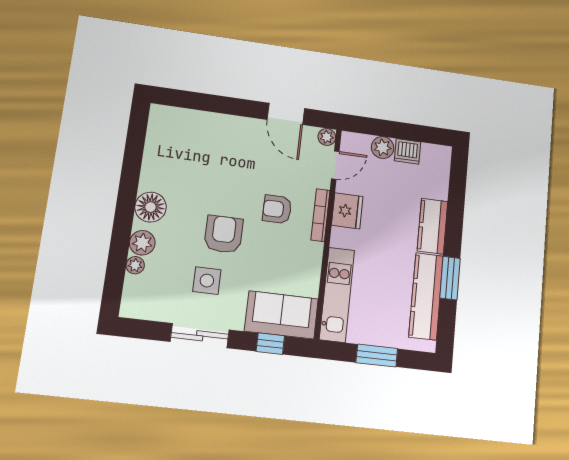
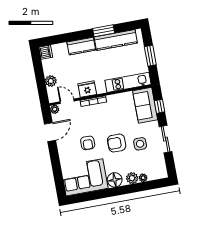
corner sofa: (176, 150) -> (84, 177), added
dishwasher: (407, 151) -> (46, 52), moved
armchair: (277, 209) -> (88, 143), moved

